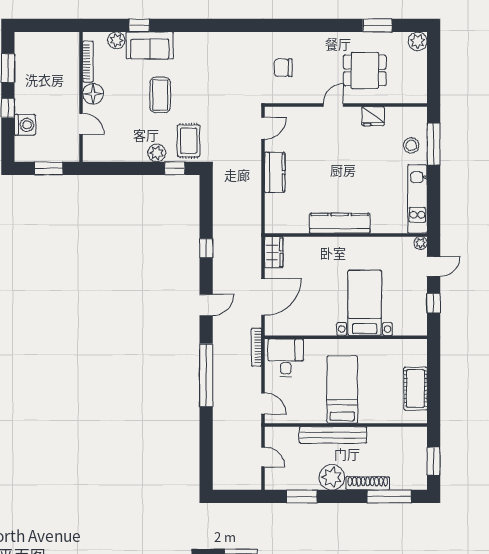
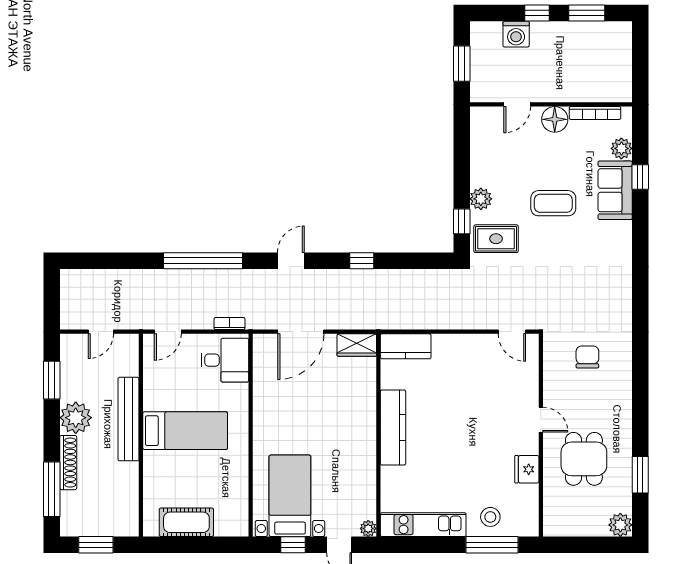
kitchen counter: (275, 172) -> (406, 346), moved
door: (263, 297) -> (301, 332), hinge flipped
bed with nightstands: (365, 303) -> (290, 496), moved, turned -90
door: (206, 305) -> (291, 261), swing flipped
bookcase: (256, 347) -> (229, 324), width x0.64

